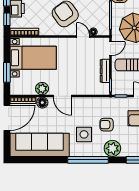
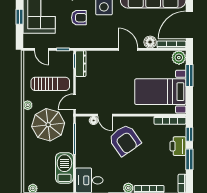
dresser: (105, 71) -> (81, 64), moved
plant: (42, 89) -> (179, 58), moved

